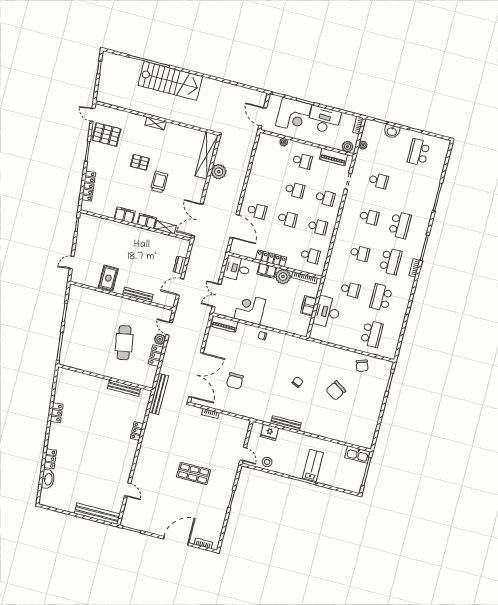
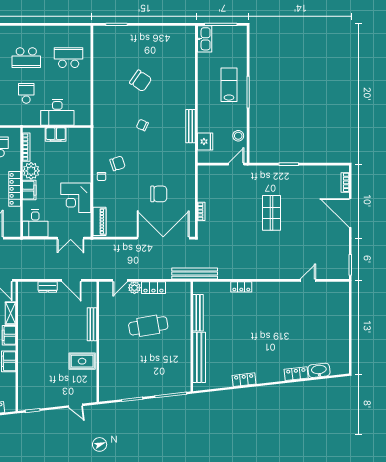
chair: (362, 366) -> (118, 163), moved
lab bench: (313, 465) -> (229, 85), turned 90
bench: (97, 514) -> (199, 357), moved

